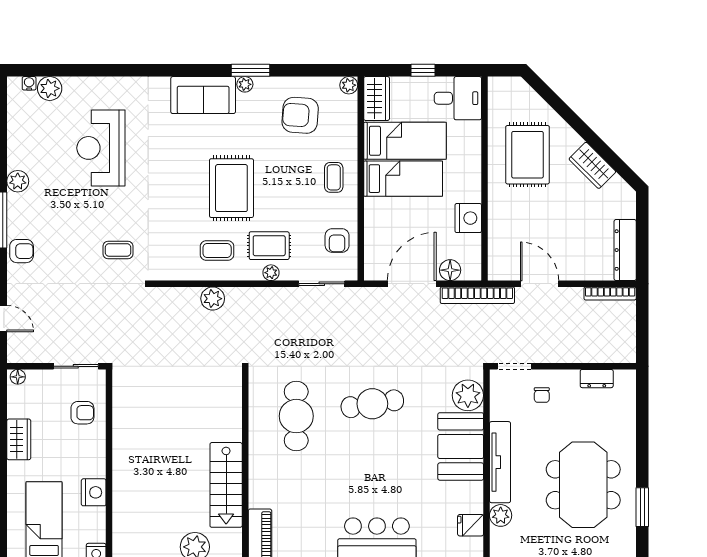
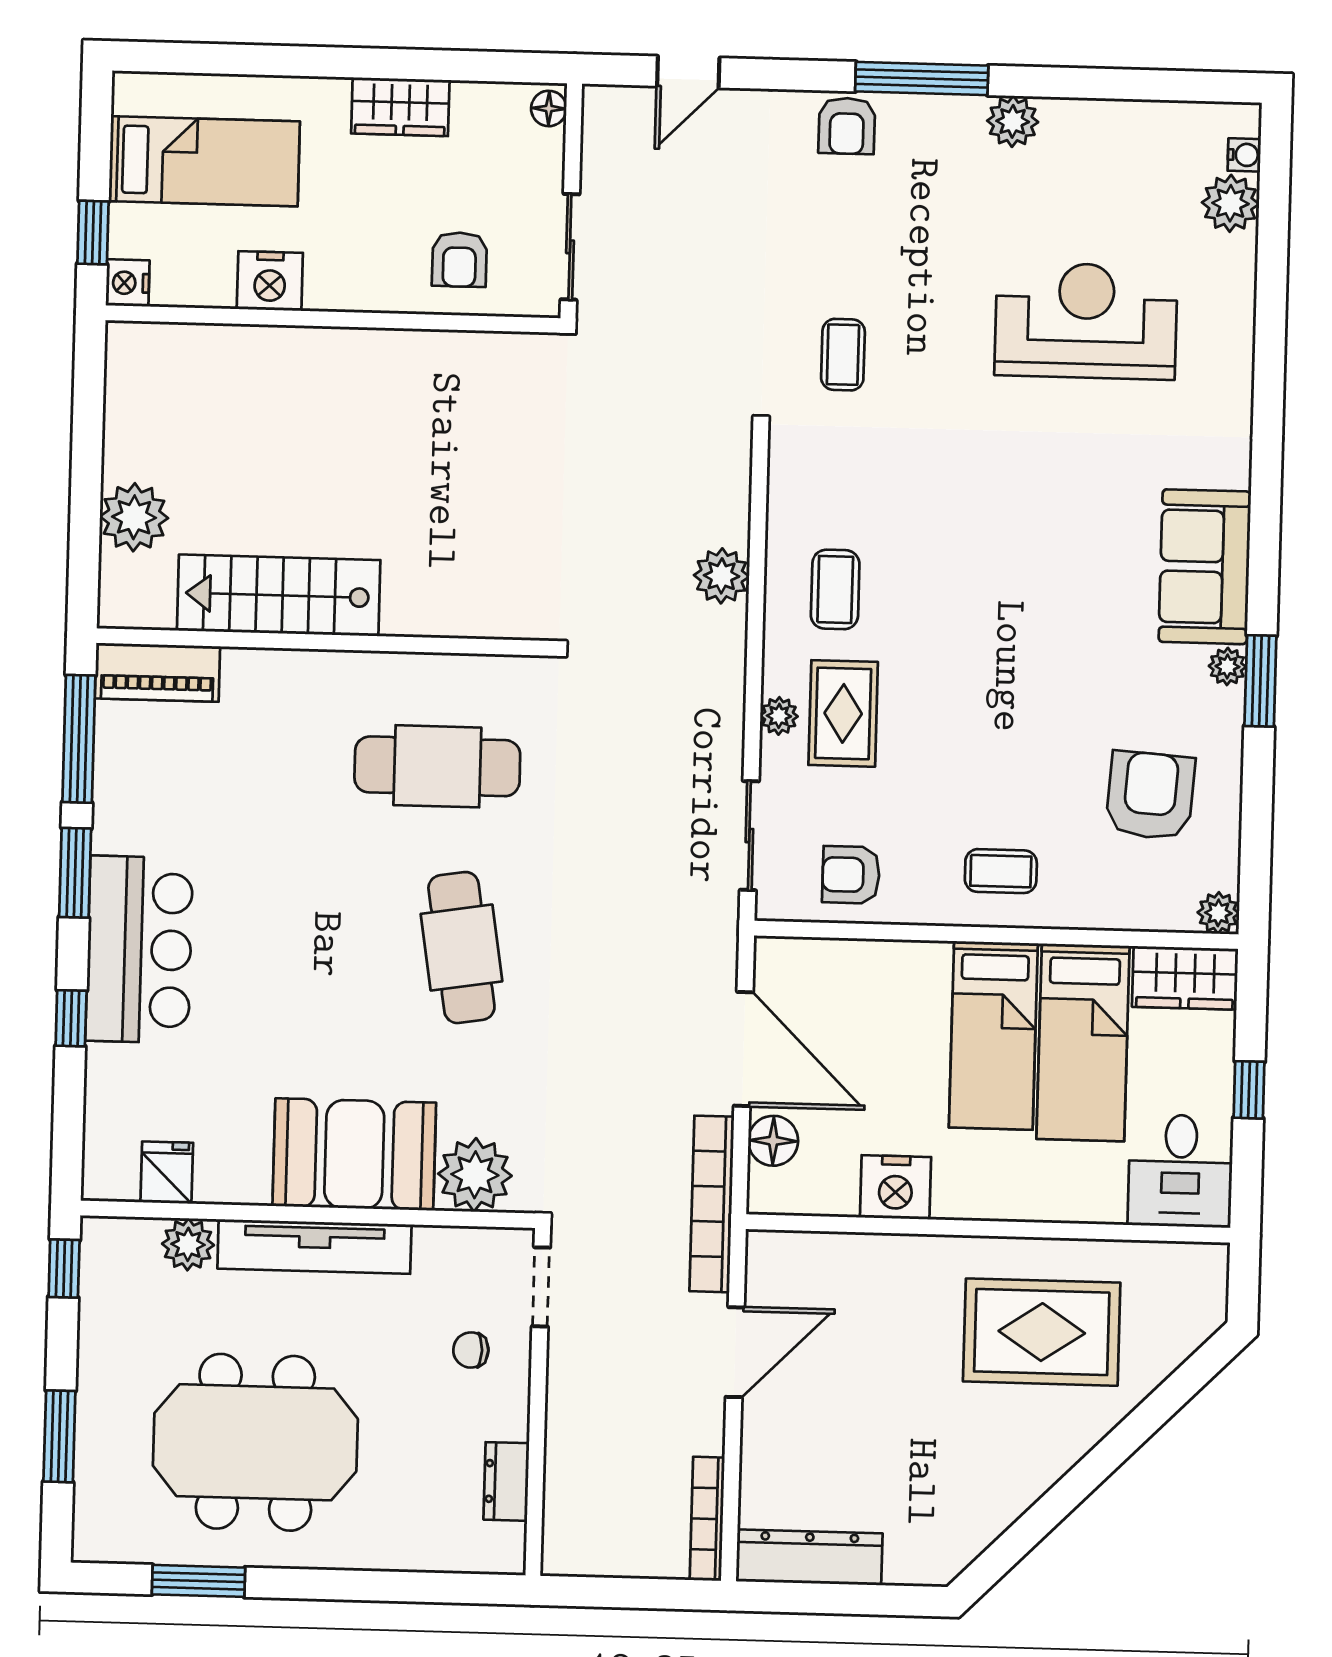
wardrobe: (592, 165) -> (1012, 1485), removed
rug: (231, 188) -> (982, 628), removed

